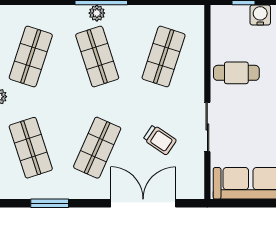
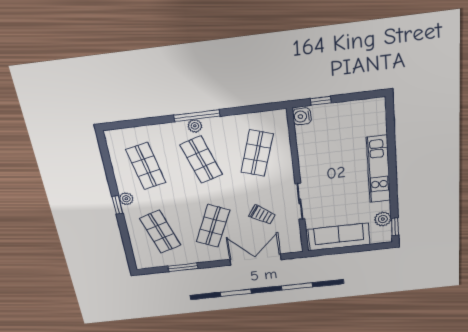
water cooler: (260, 15) -> (302, 116), moved, turned -90
shop shelf: (31, 57) -> (146, 166), turned -30
cafe table: (236, 73) -> (320, 159), removed

